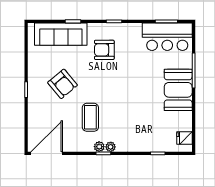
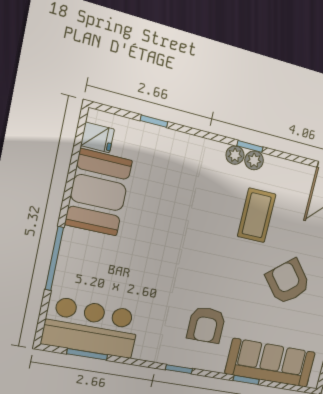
armchair: (104, 50) -> (206, 325), turned 90
booth: (178, 90) -> (98, 193), moved

